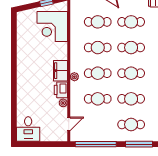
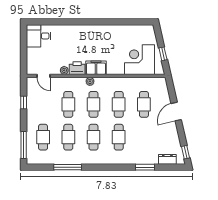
cafe table: (131, 22) -> (144, 137), removed
window: (96, 144) -> (24, 102), width x0.32

